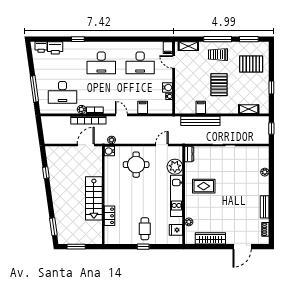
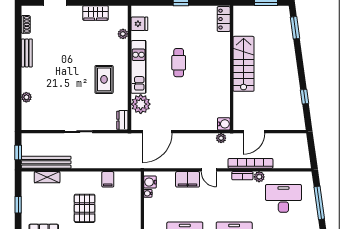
water cooler: (167, 88) -> (150, 182), moved
filing cabinet: (143, 107) -> (188, 179), width x2.00
bench: (200, 121) -> (46, 162), moved
door: (162, 145) -> (157, 132), width x1.87
round table: (136, 165) -> (190, 107), removed
rug: (204, 186) -> (104, 79), turned 90
locker: (110, 216) -> (224, 19), moved
cafe table: (145, 229) -> (179, 63), moved
wardrobe: (210, 238) -> (95, 13), width x0.67

